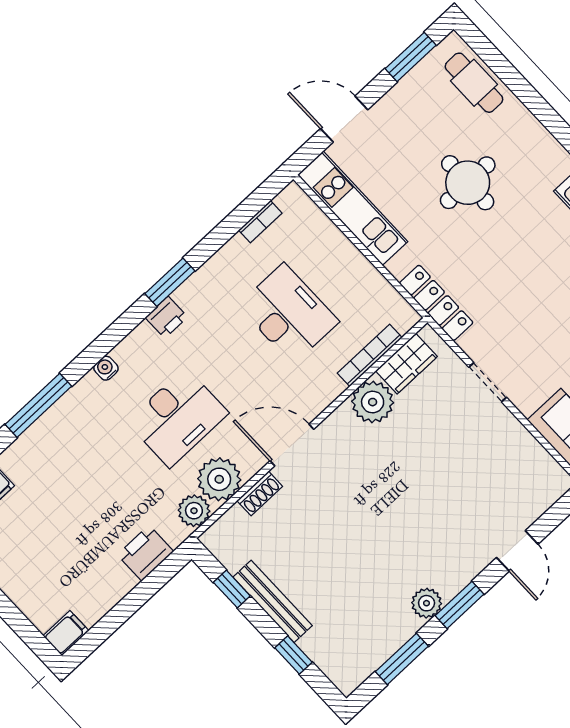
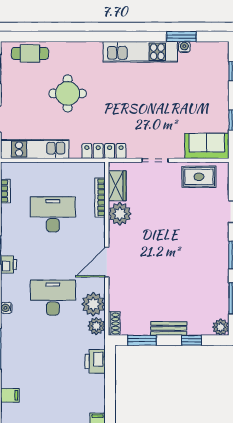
desk: (178, 417) -> (53, 298), turned -90
rug: (520, 461) -> (199, 177), added
shoe rack: (260, 493) -> (114, 324), moved
window: (232, 589) -> (142, 340), width x1.50
bench: (273, 601) -> (169, 329), width x0.73
plant: (427, 603) -> (221, 327), moved

